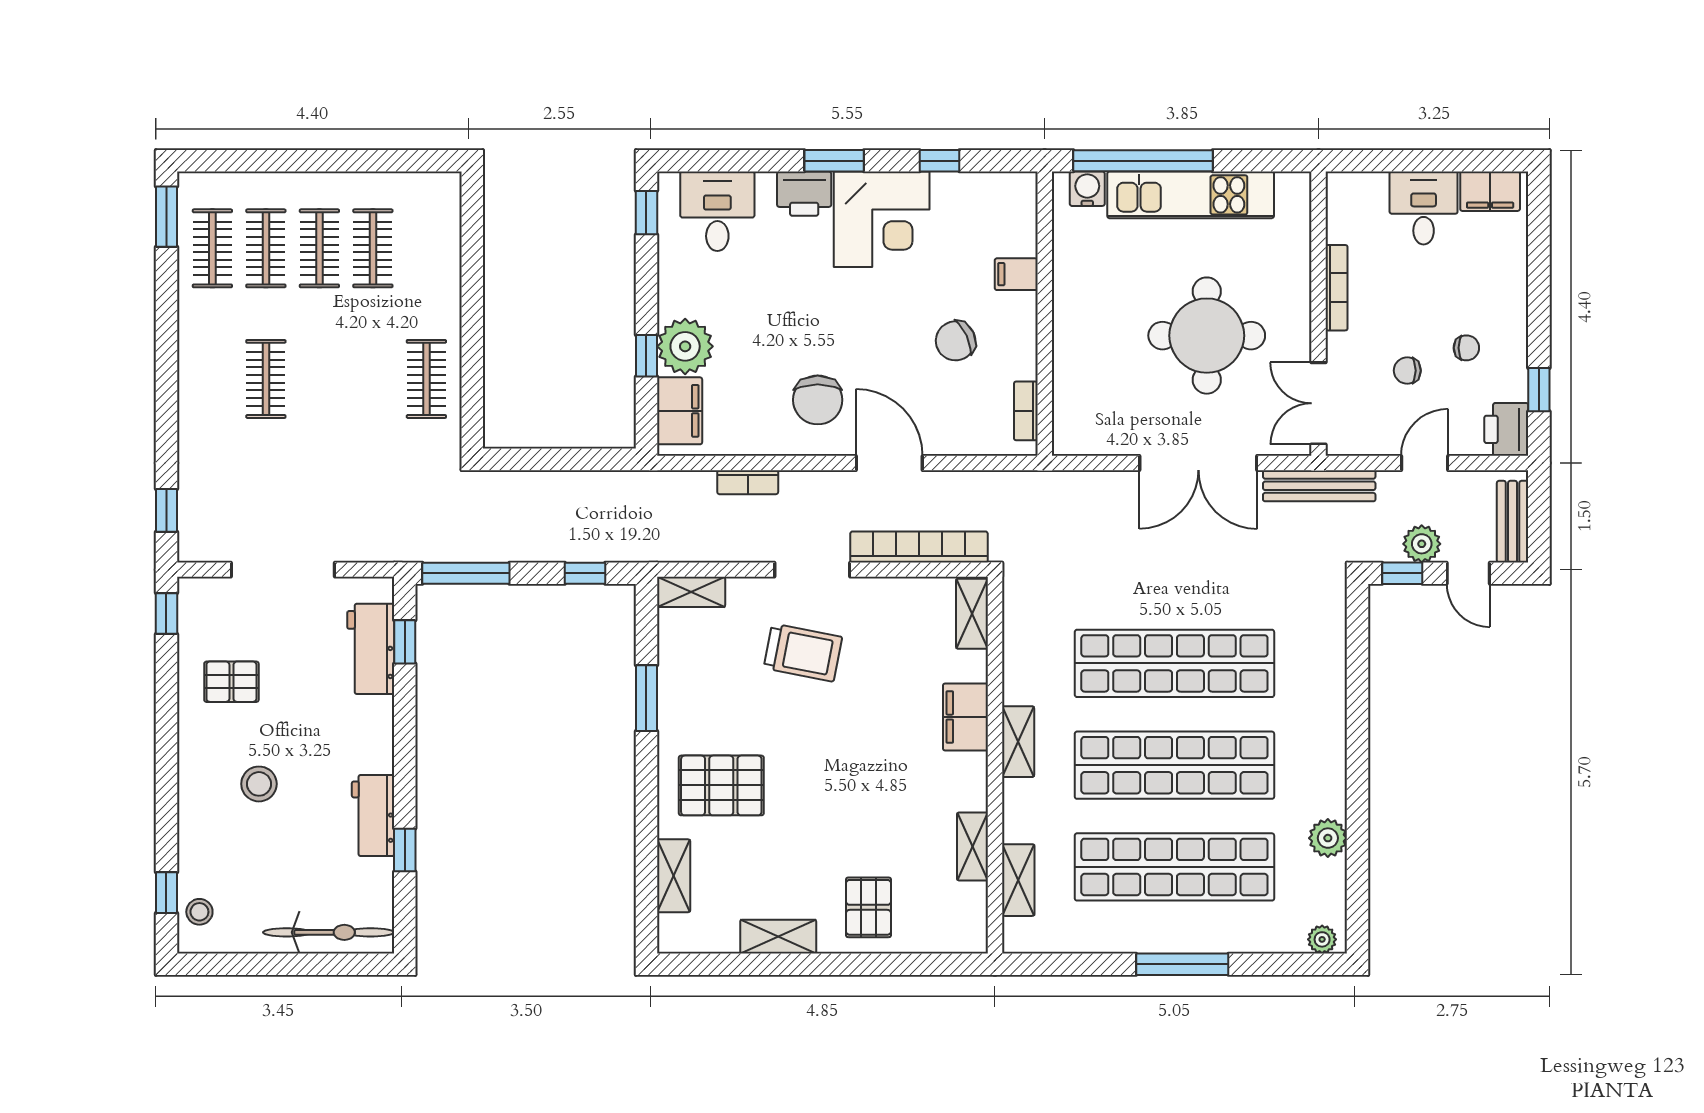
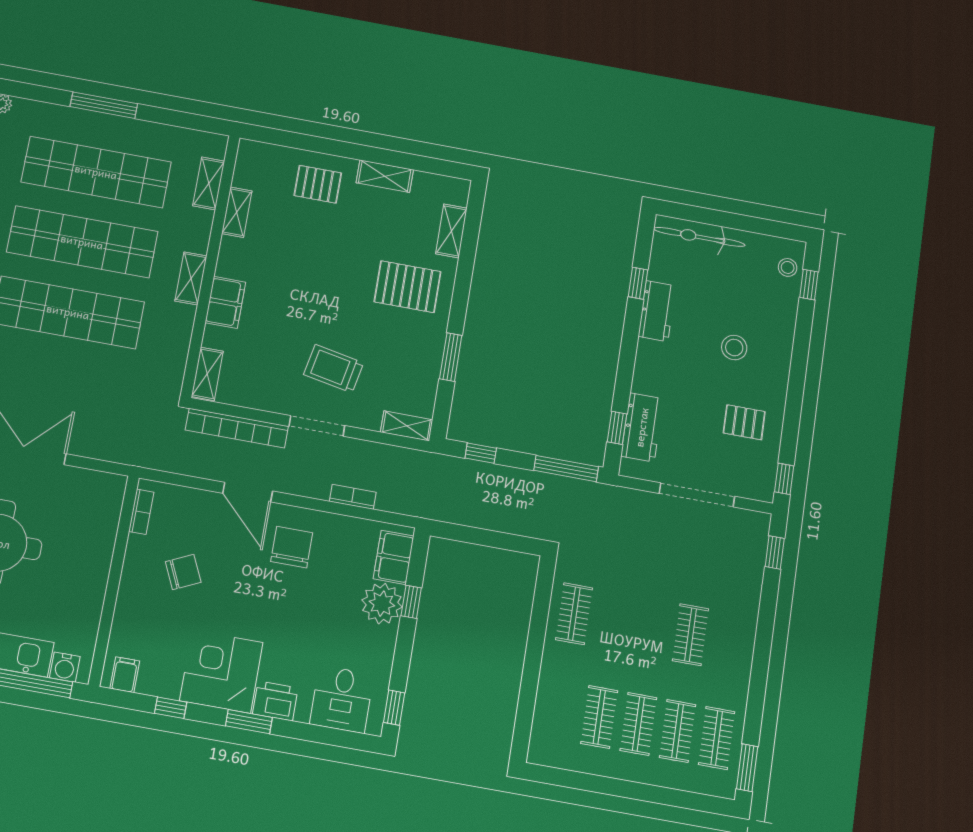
filing cabinet: (1016, 274) -> (125, 675), moved, turned -90
pallet: (868, 907) -> (318, 184), turned 90

